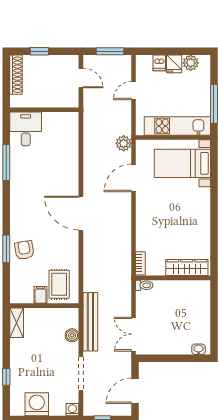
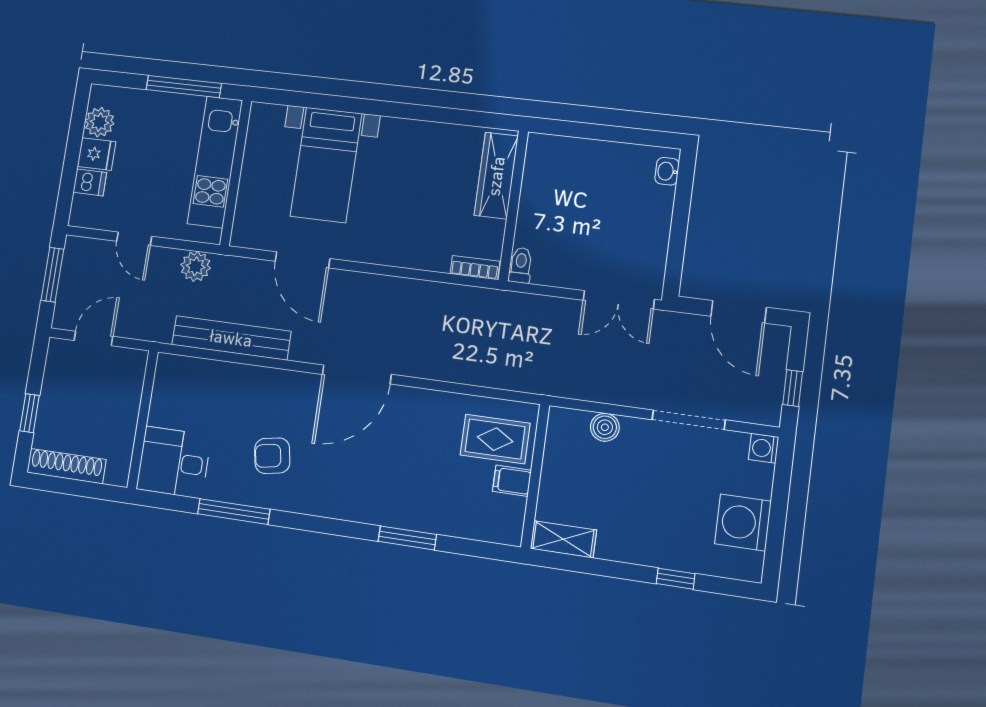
plant: (124, 143) -> (196, 266), moved
bed with nightstands: (182, 163) -> (326, 165), moved
armchair: (24, 250) -> (272, 456), moved
bench: (90, 322) -> (231, 338), moved

